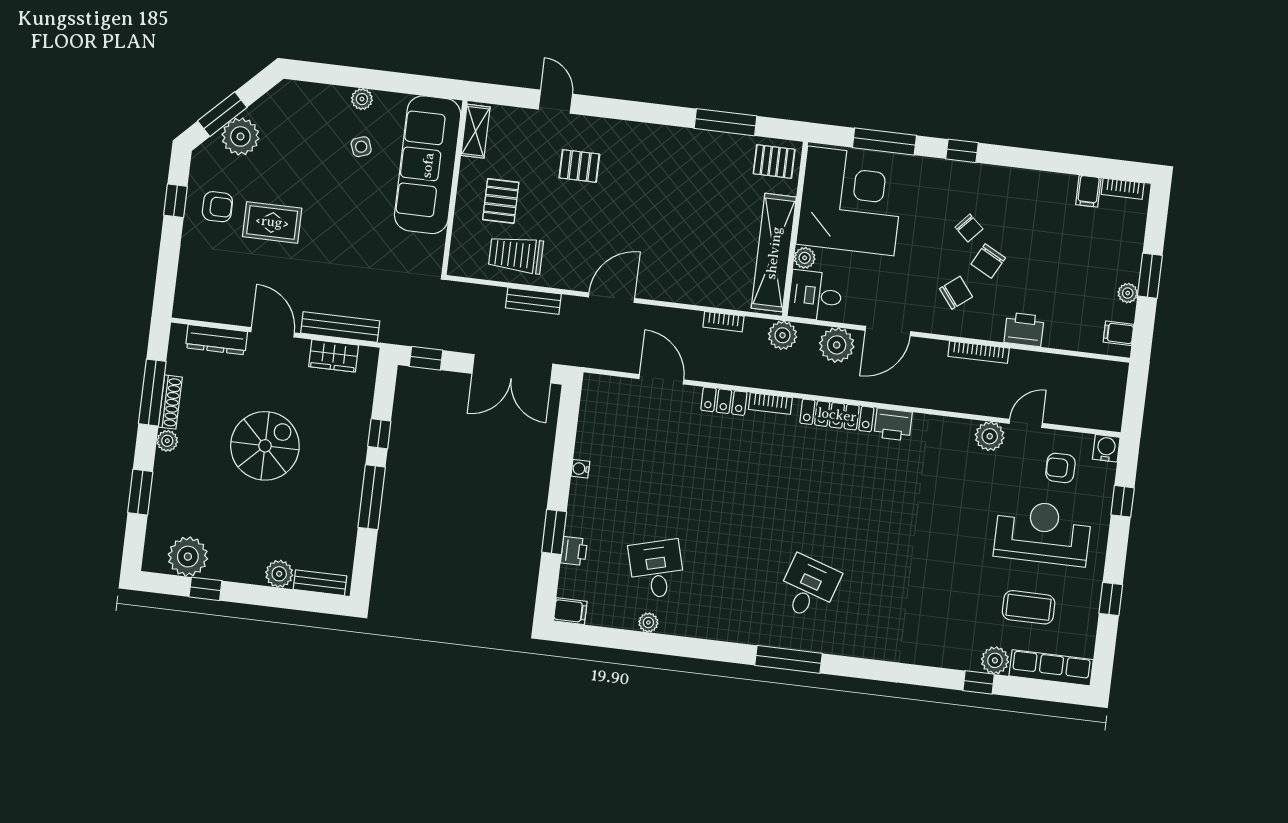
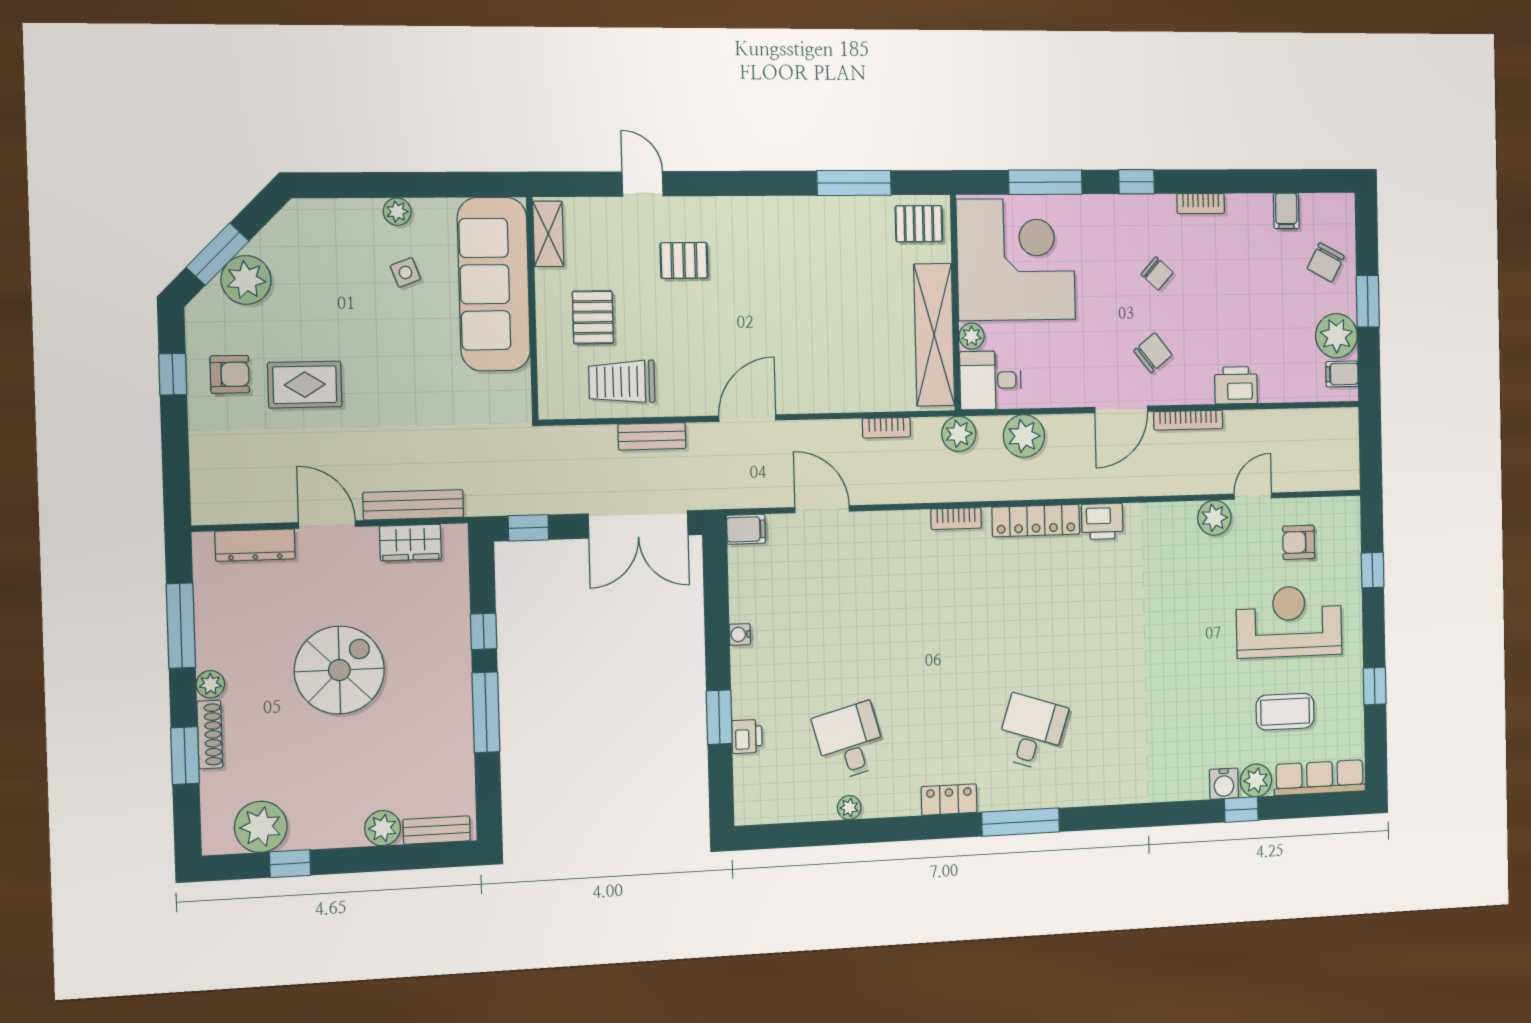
bookcase: (1123, 189) -> (1201, 204), moved
chair: (988, 261) -> (1326, 262), moved
plant: (1128, 293) -> (1336, 336), width x1.88, depth x1.88
door: (888, 331) -> (1121, 409), moved
locker: (724, 401) -> (949, 800), moved, turned 180
shoe rack: (170, 402) -> (210, 735), moved
water cooler: (1106, 448) -> (1224, 784), moved, turned 180
filing cabinet: (570, 611) -> (746, 529), moved

